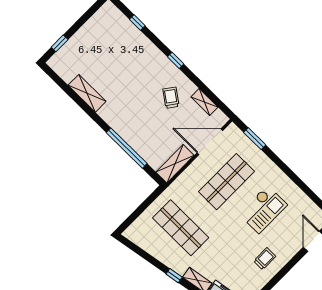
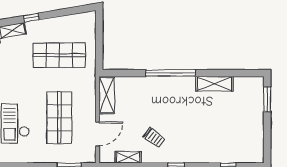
window: (60, 43) -> (267, 99), width x1.50
door: (210, 142) -> (98, 134), width x0.73
window: (127, 148) -> (170, 73), moved

